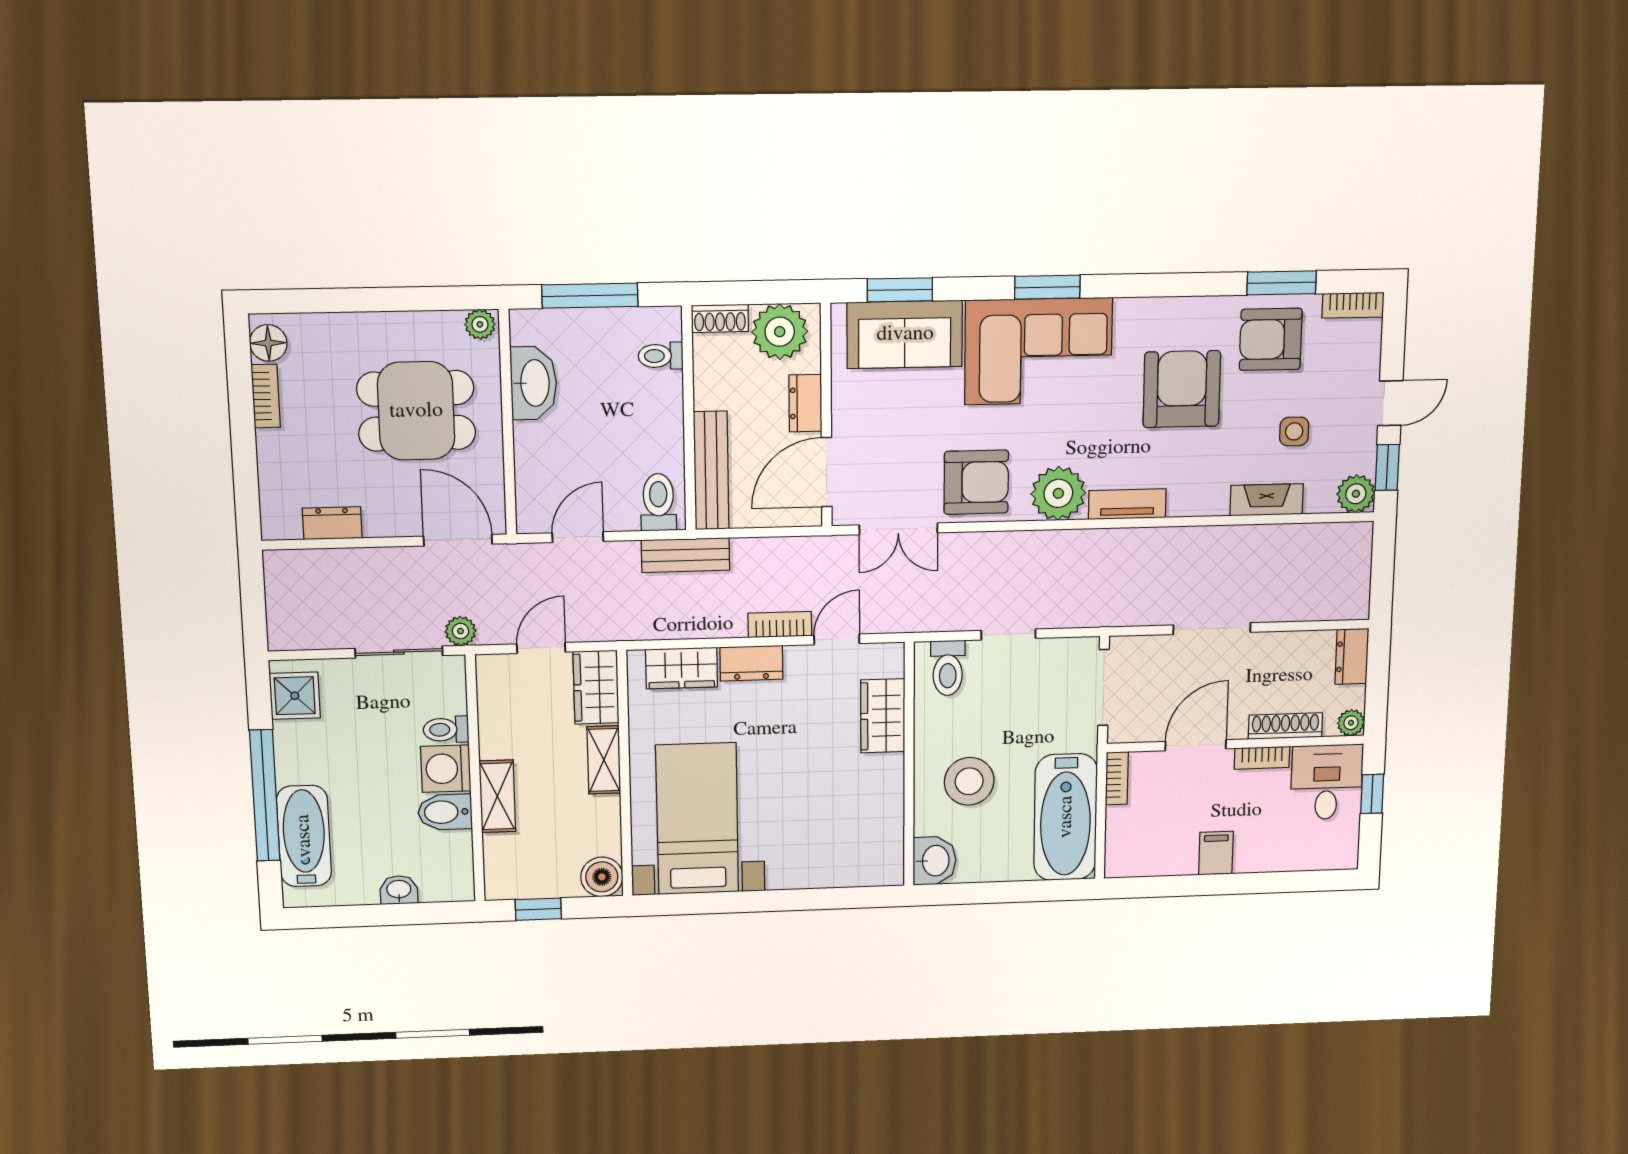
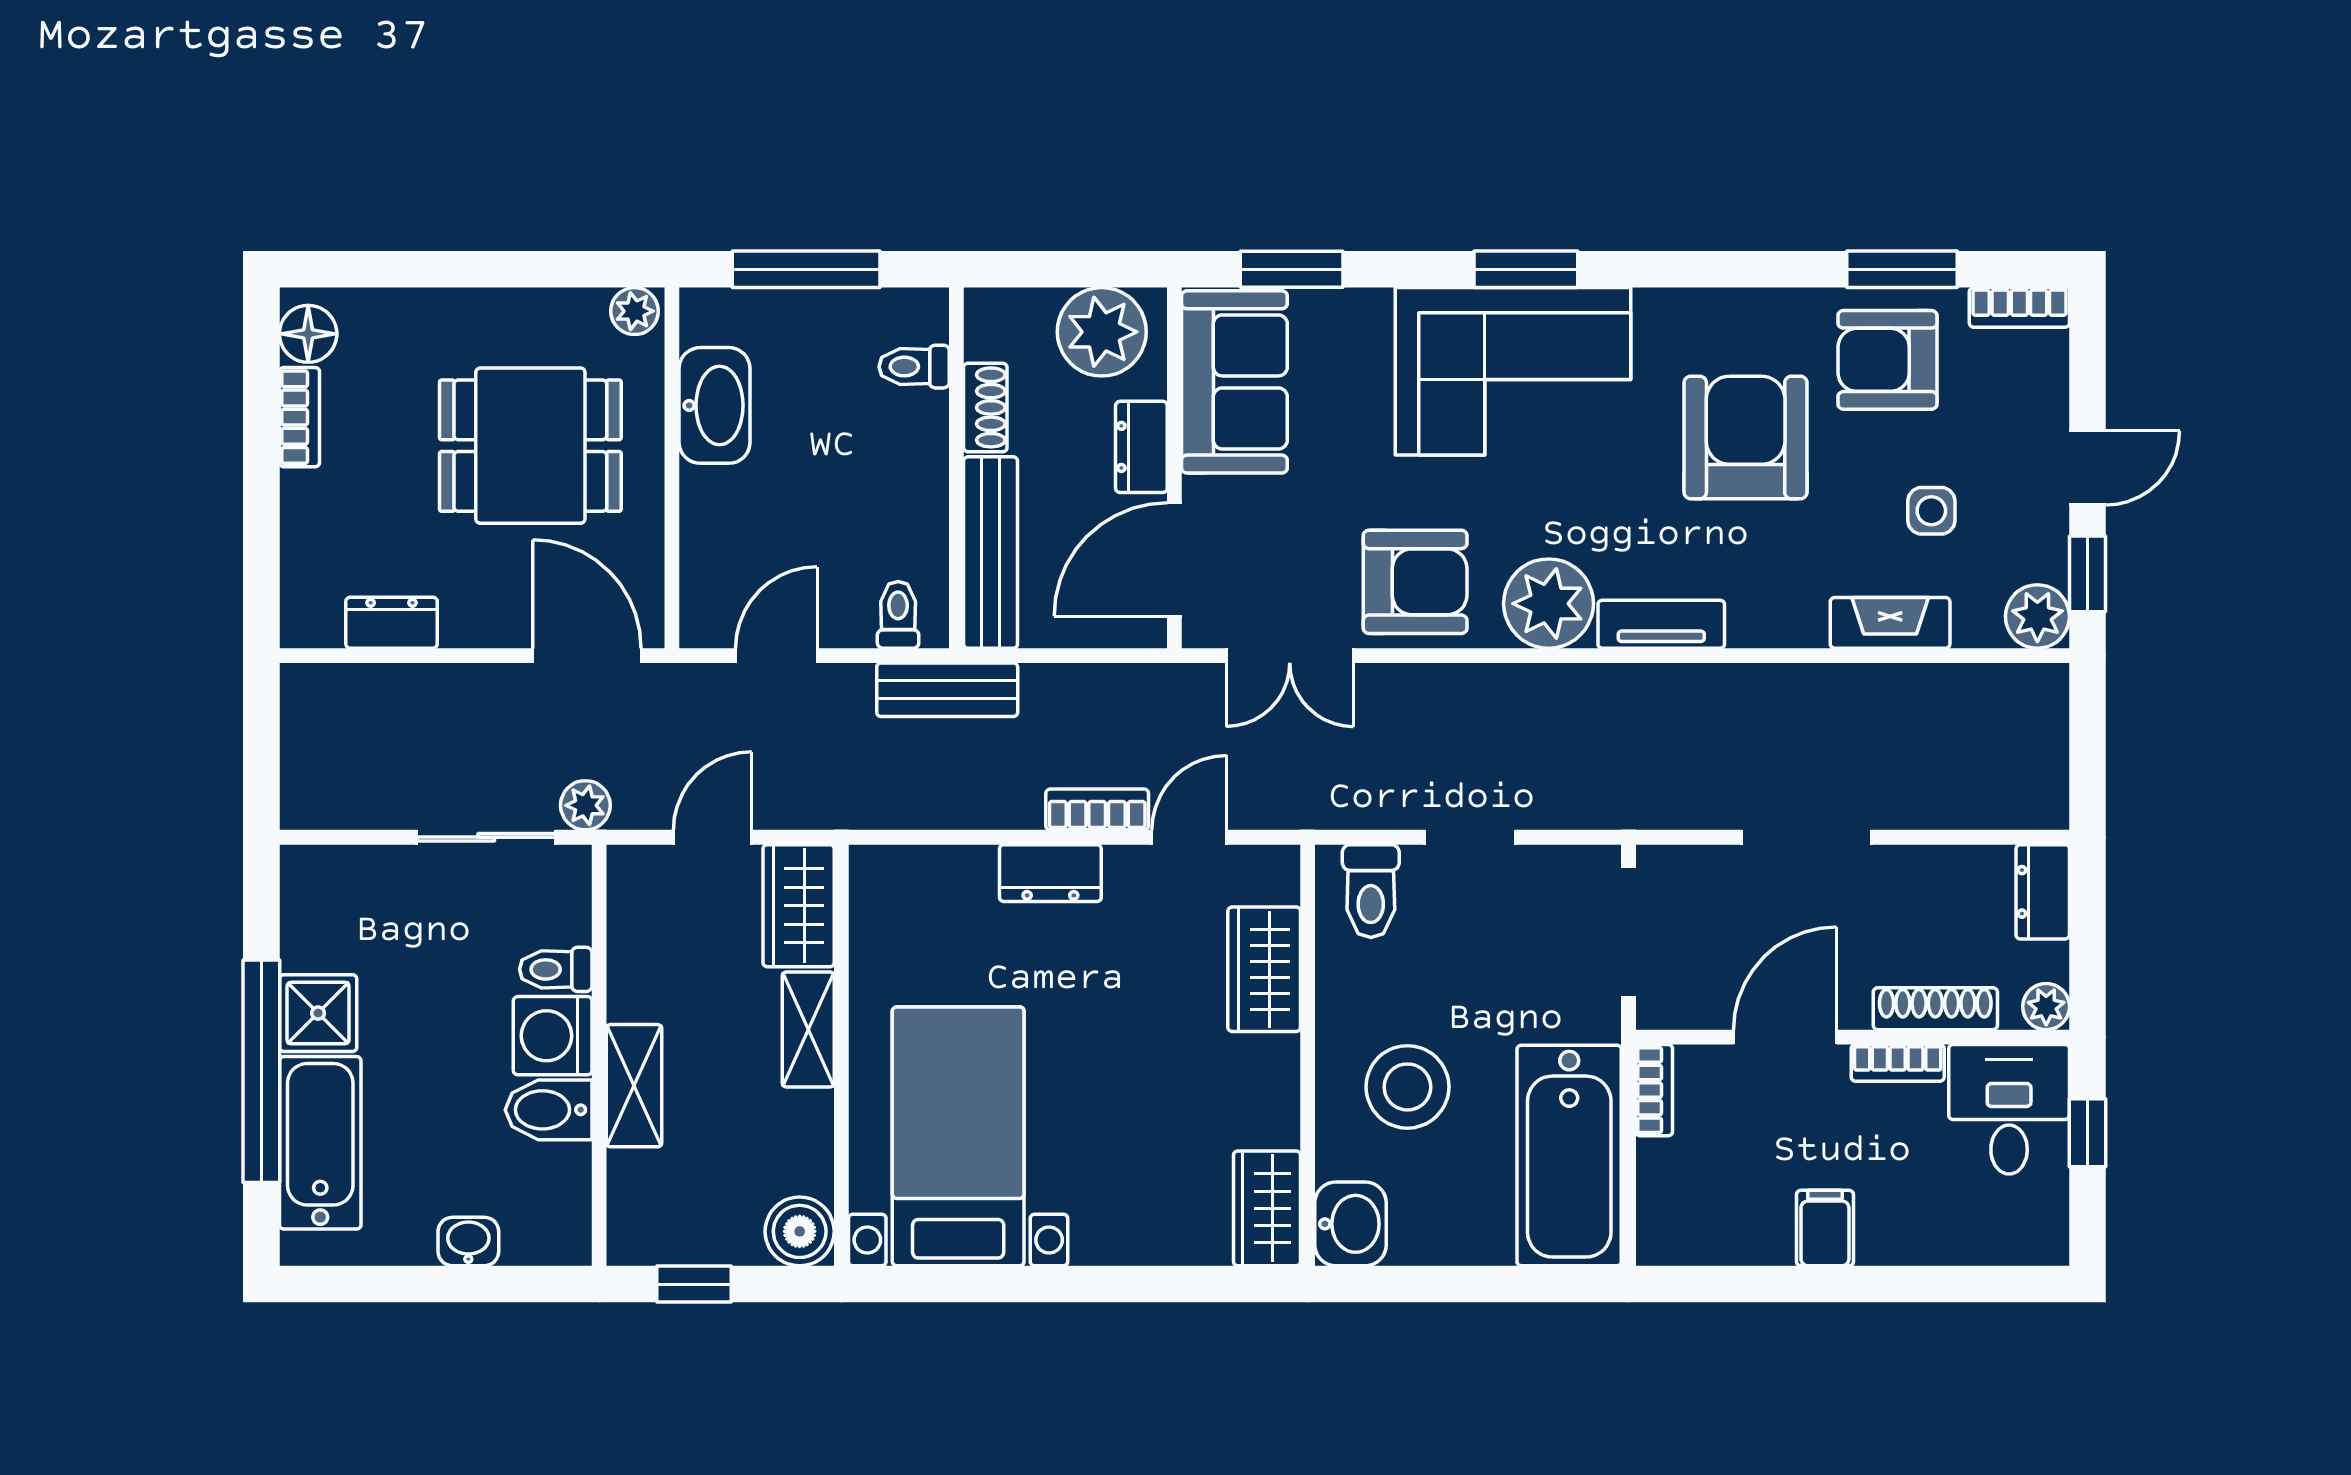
shoe rack: (720, 318) -> (985, 407), moved, turned -90
sofa: (905, 334) -> (1234, 382), moved, turned -90
toilet: (658, 502) -> (898, 615), width x0.73, depth x0.72
wardrobe: (682, 668) -> (1267, 1208), moved, turned 90
shower: (295, 696) -> (318, 1013), moved

